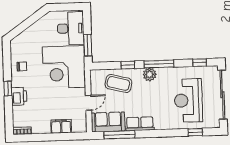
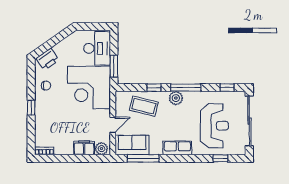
printer: (19, 96) -> (48, 59), moved, turned 55
reception desk: (188, 100) -> (214, 126), turned 180
row of seats: (140, 124) -> (177, 148), moved
plant: (78, 127) -> (101, 149), added

